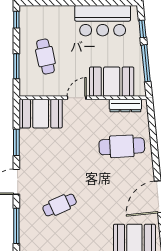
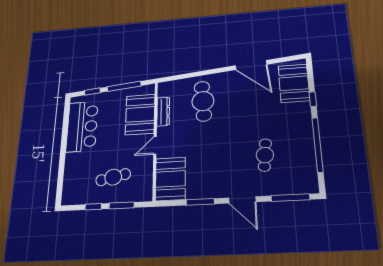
window: (16, 20) -> (93, 207), moved
door: (77, 98) -> (155, 145), hinge flipped
dresser: (125, 106) -> (163, 111), moved
cafe table: (60, 205) -> (265, 155), turned 30

